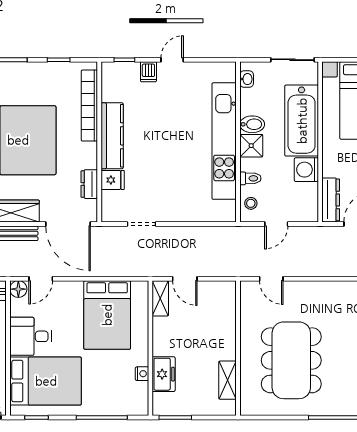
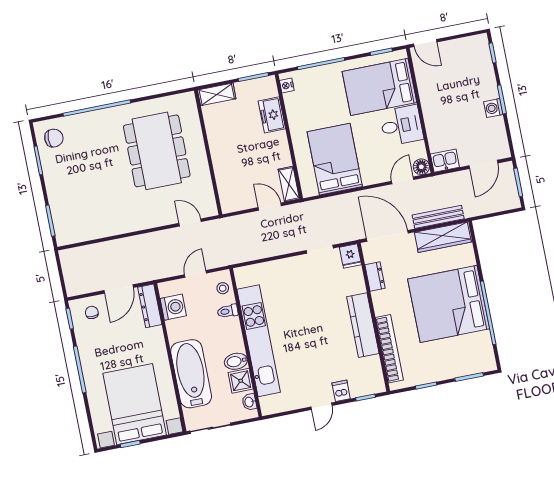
shower: (251, 146) -> (241, 381), moved
washing machine: (306, 170) -> (173, 307), moved
fridge: (113, 180) -> (350, 256), moved, turned -90
nightstand: (142, 374) -> (287, 85), moved
shelving: (228, 380) -> (217, 94), moved, turned 90

